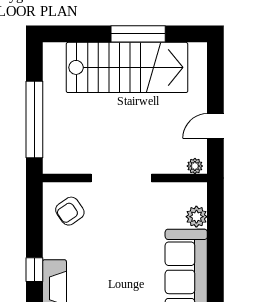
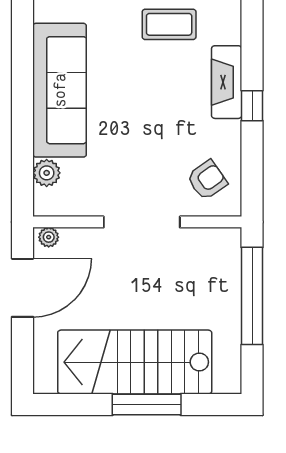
window: (138, 34) -> (147, 404), moved
door: (215, 126) -> (23, 288), width x1.87

